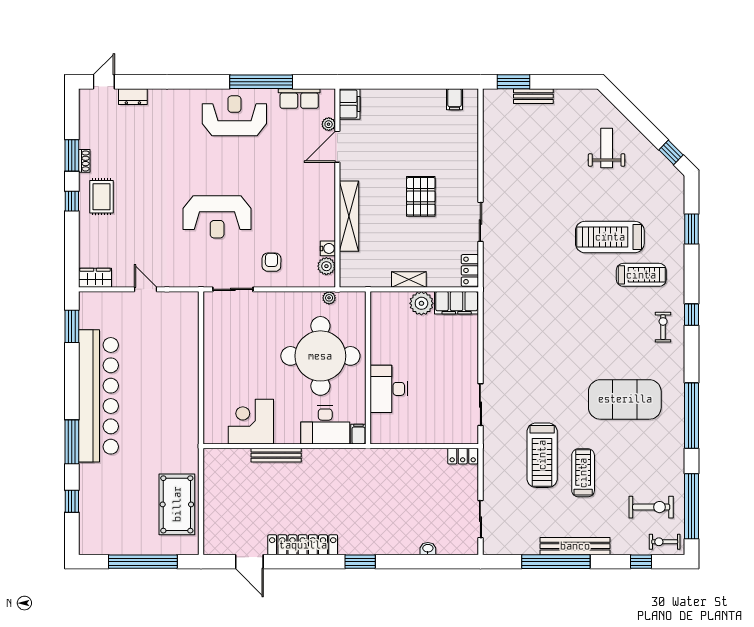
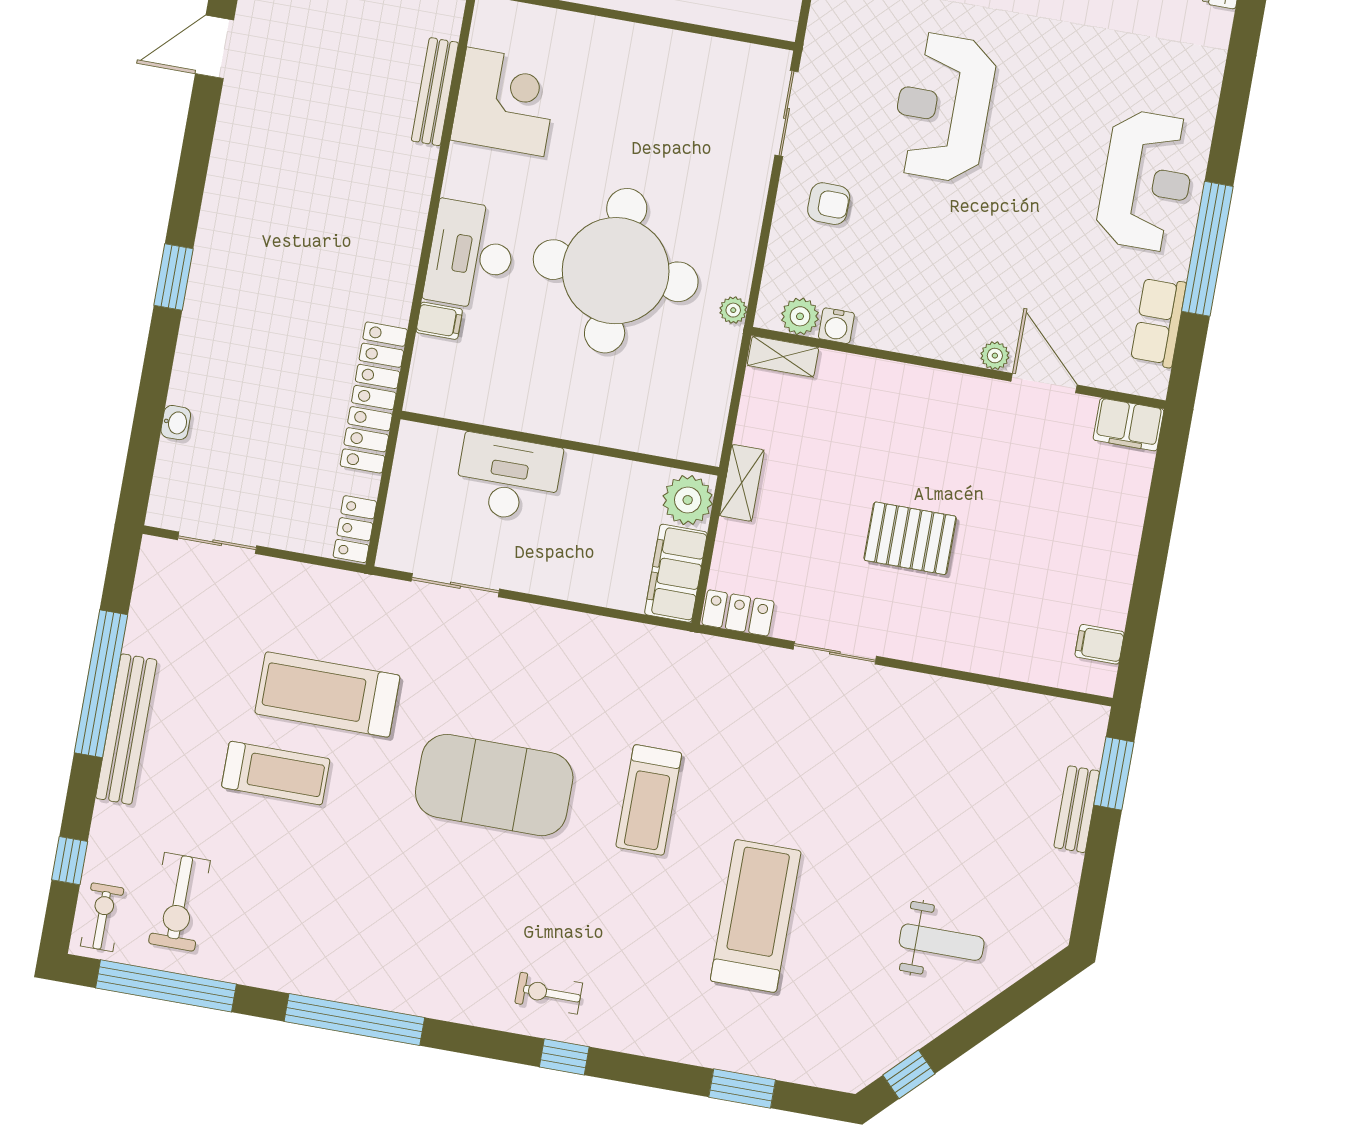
plant: (329, 124) -> (995, 356), moved
shelving: (349, 216) -> (783, 357), moved, width x0.45, depth x0.75
treadmill: (641, 275) -> (649, 800), moved
exercise bike: (663, 327) -> (549, 993), turned 180
wall: (368, 368) -> (560, 443), moved
desk: (389, 389) -> (508, 478), moved
exercise mat: (625, 399) -> (494, 785), moved, turned 90
bench: (276, 455) -> (435, 92), moved
locker: (303, 545) -> (374, 398), moved, turned 180

